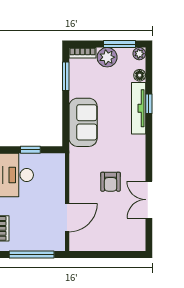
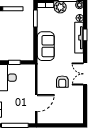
double door: (149, 200) -> (85, 74), moved

